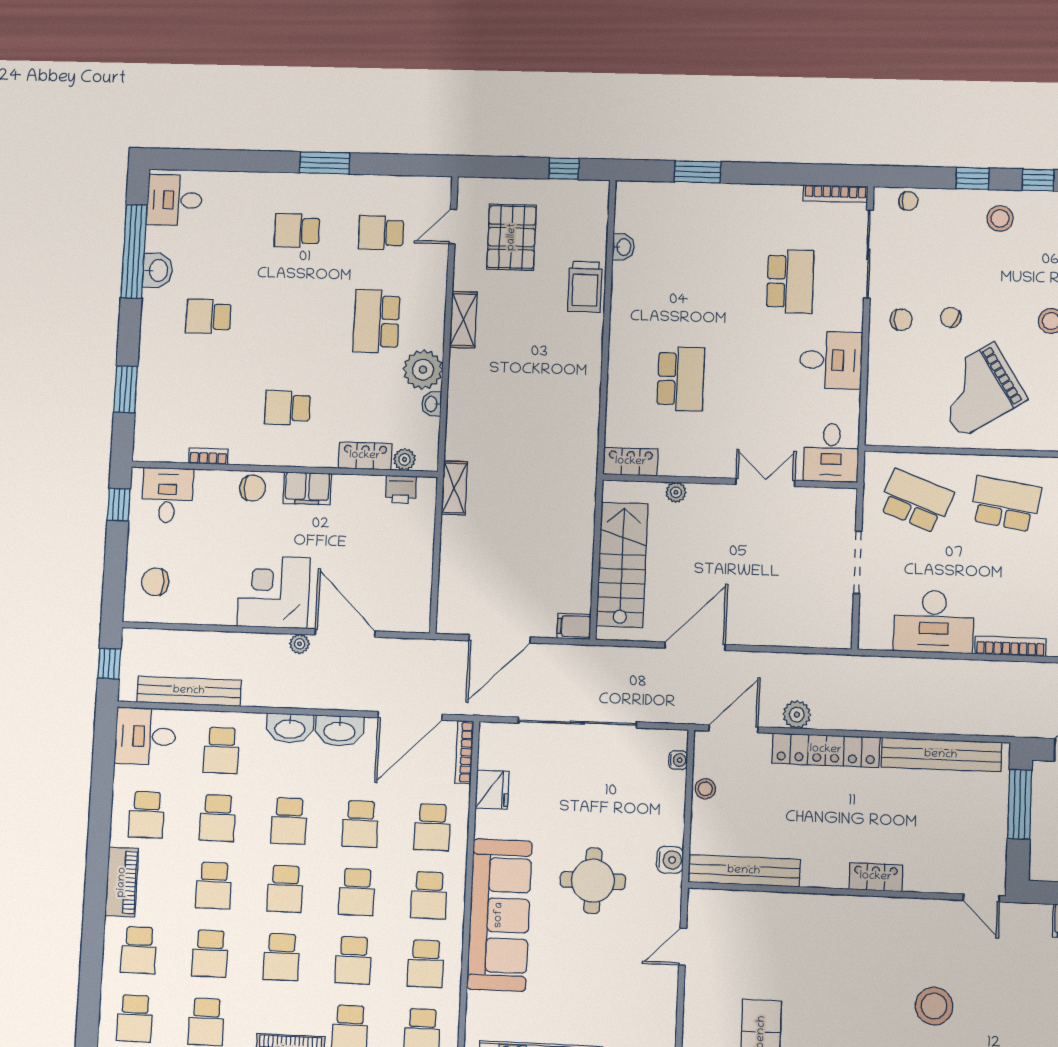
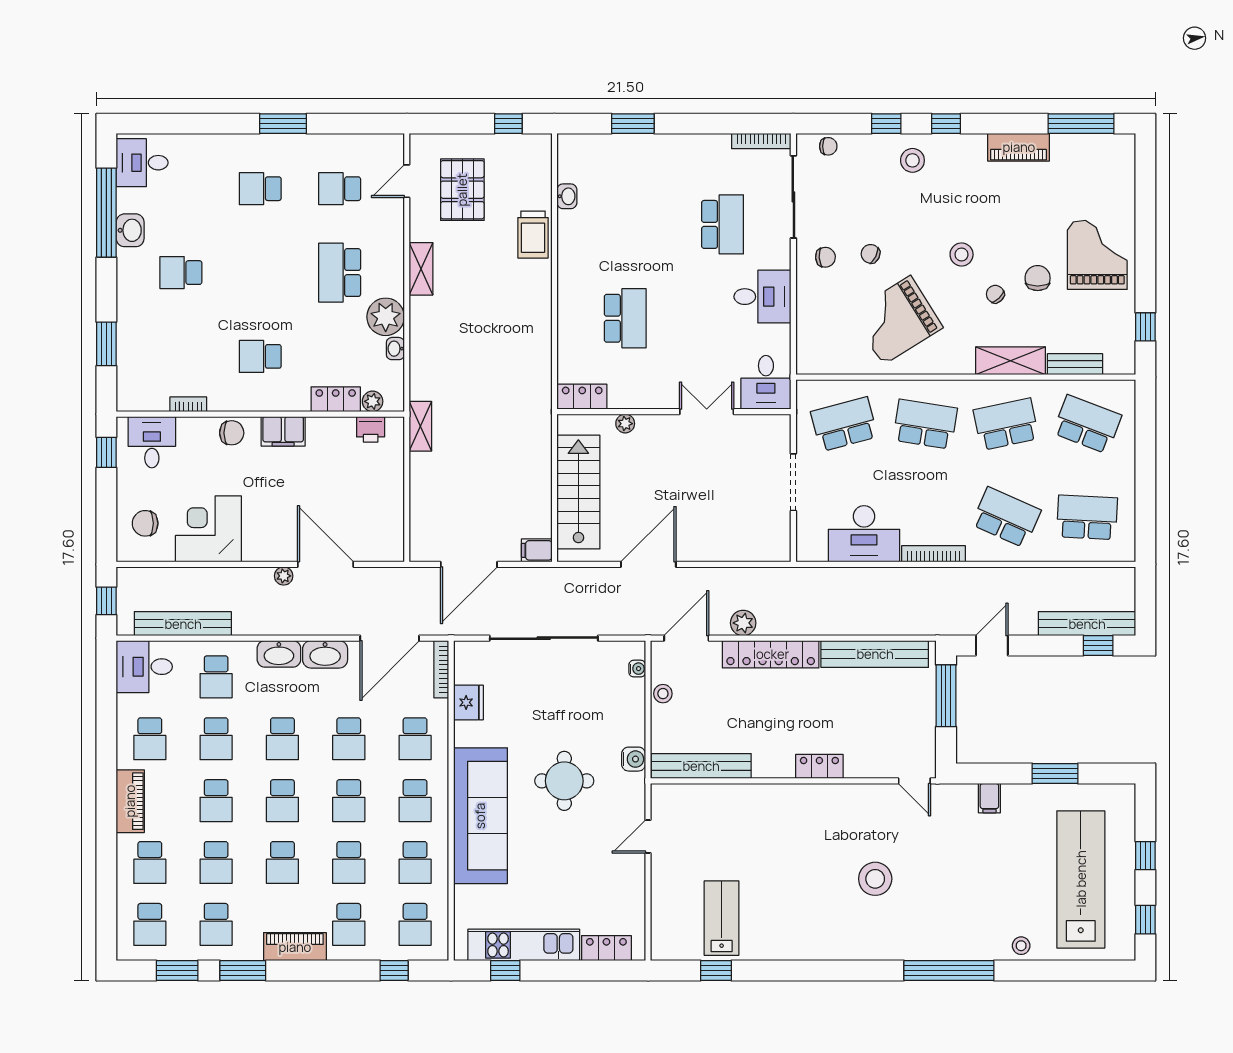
school desk: (916, 501) -> (844, 424), turned -36
corner desk: (274, 592) -> (208, 529), moved

